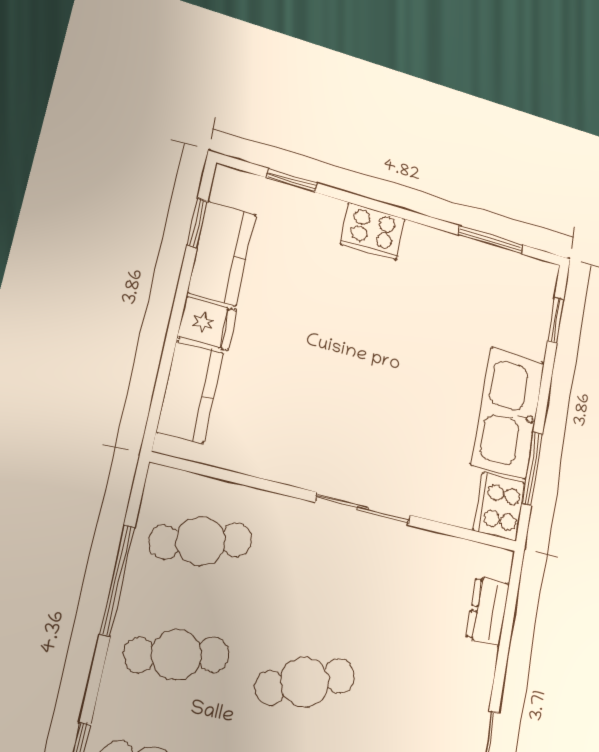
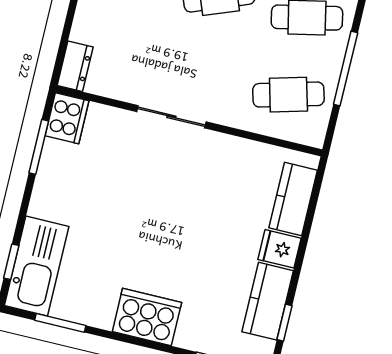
cooker: (373, 231) -> (147, 317), width x1.37, depth x1.31
kitchen sink: (508, 414) -> (37, 266), moved
dresser: (488, 611) -> (75, 66), moved

